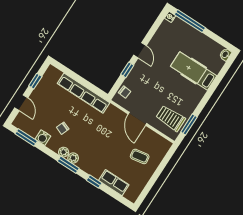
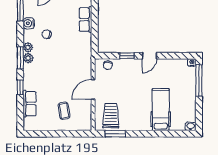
row of seats: (83, 93) -> (86, 20), width x0.50

